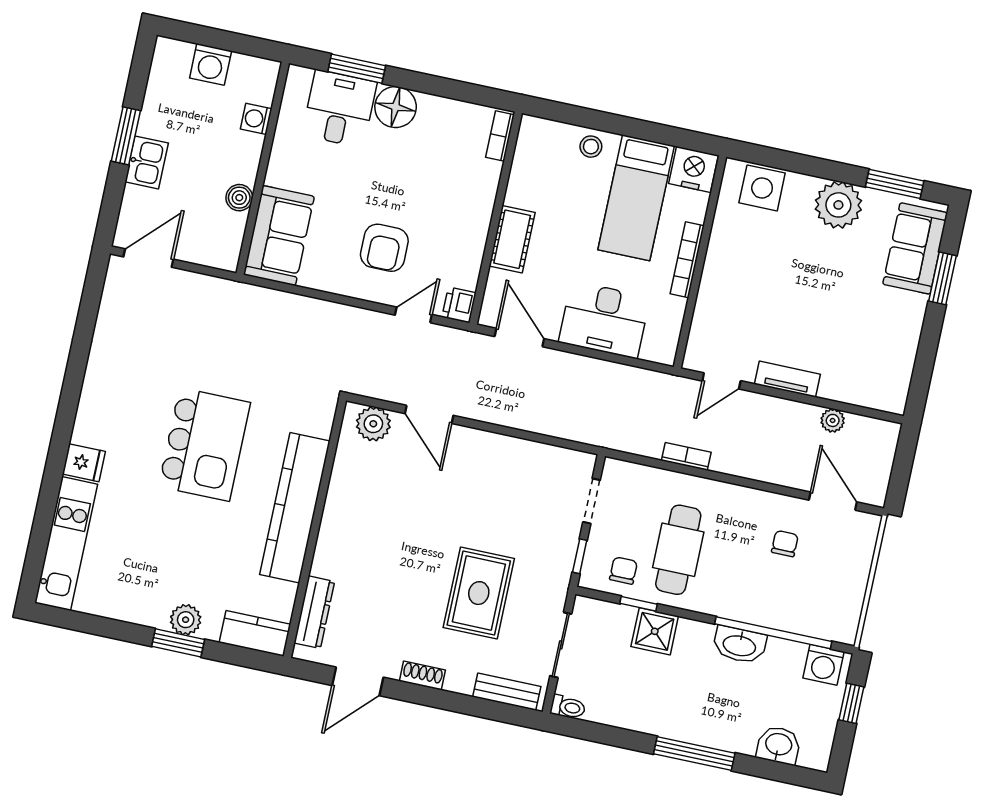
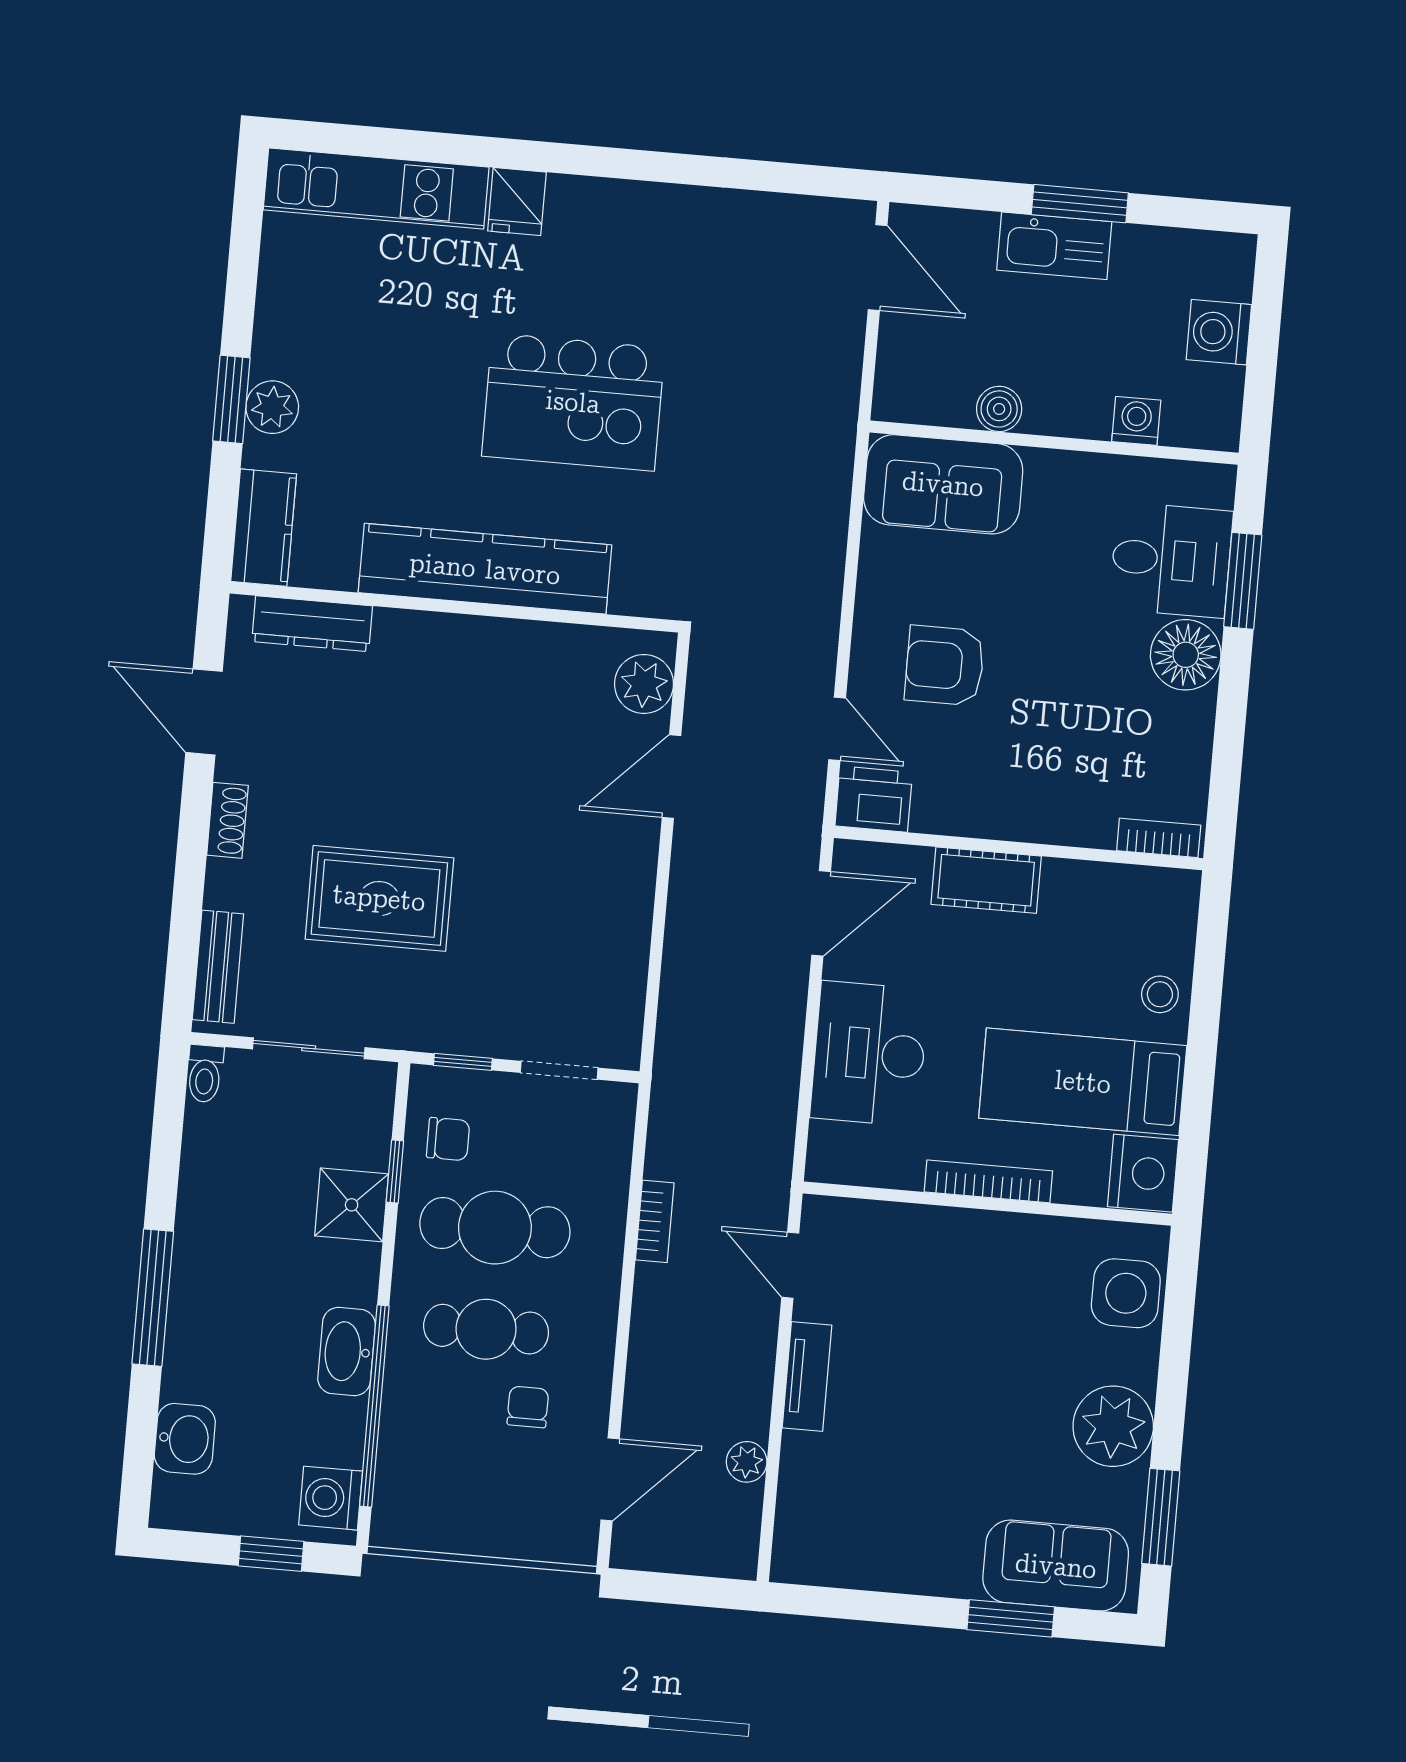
kitchen sink: (147, 162) -> (1054, 246), width x1.38
printer: (459, 305) -> (874, 799), width x1.36, depth x1.24
chair: (785, 544) -> (528, 1407), turned -90
cafe table: (737, 562) -> (486, 1329), added

